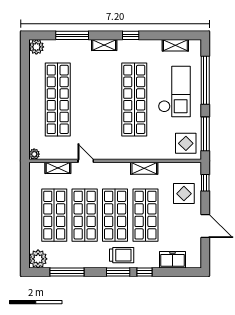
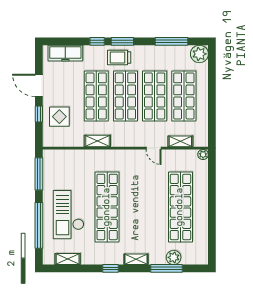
plant: (36, 47) -> (174, 257), moved
display table: (186, 143) -> (58, 165), removed
window: (205, 183) -> (39, 114), moved
freezer: (172, 260) -> (65, 53), width x1.40

